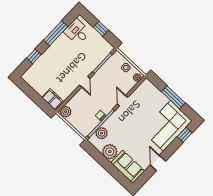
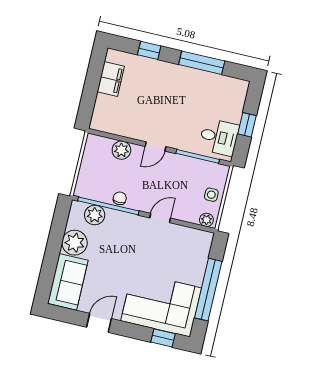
desk: (77, 32) -> (219, 137), moved, turned 90
window: (173, 97) -> (208, 290), width x1.46
filing cabinet: (52, 99) -> (111, 79), moved
plant: (66, 112) -> (121, 150), moved

